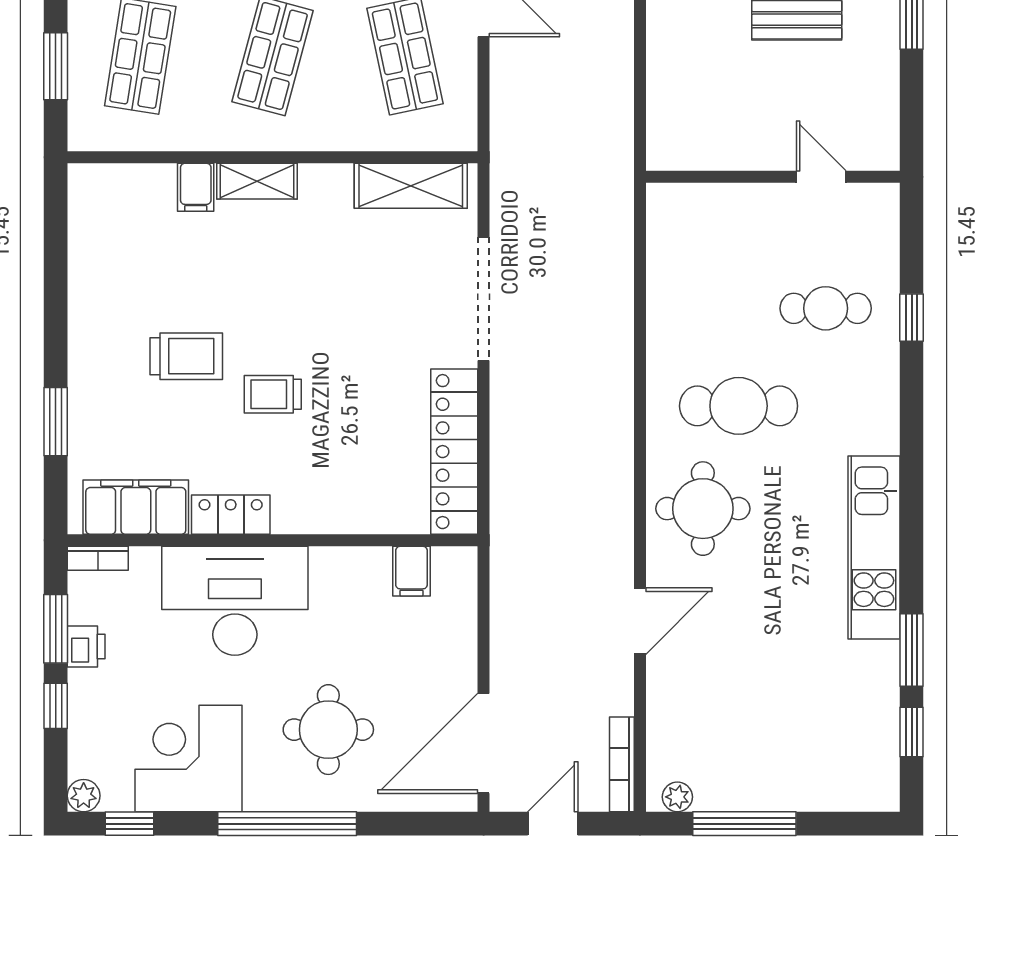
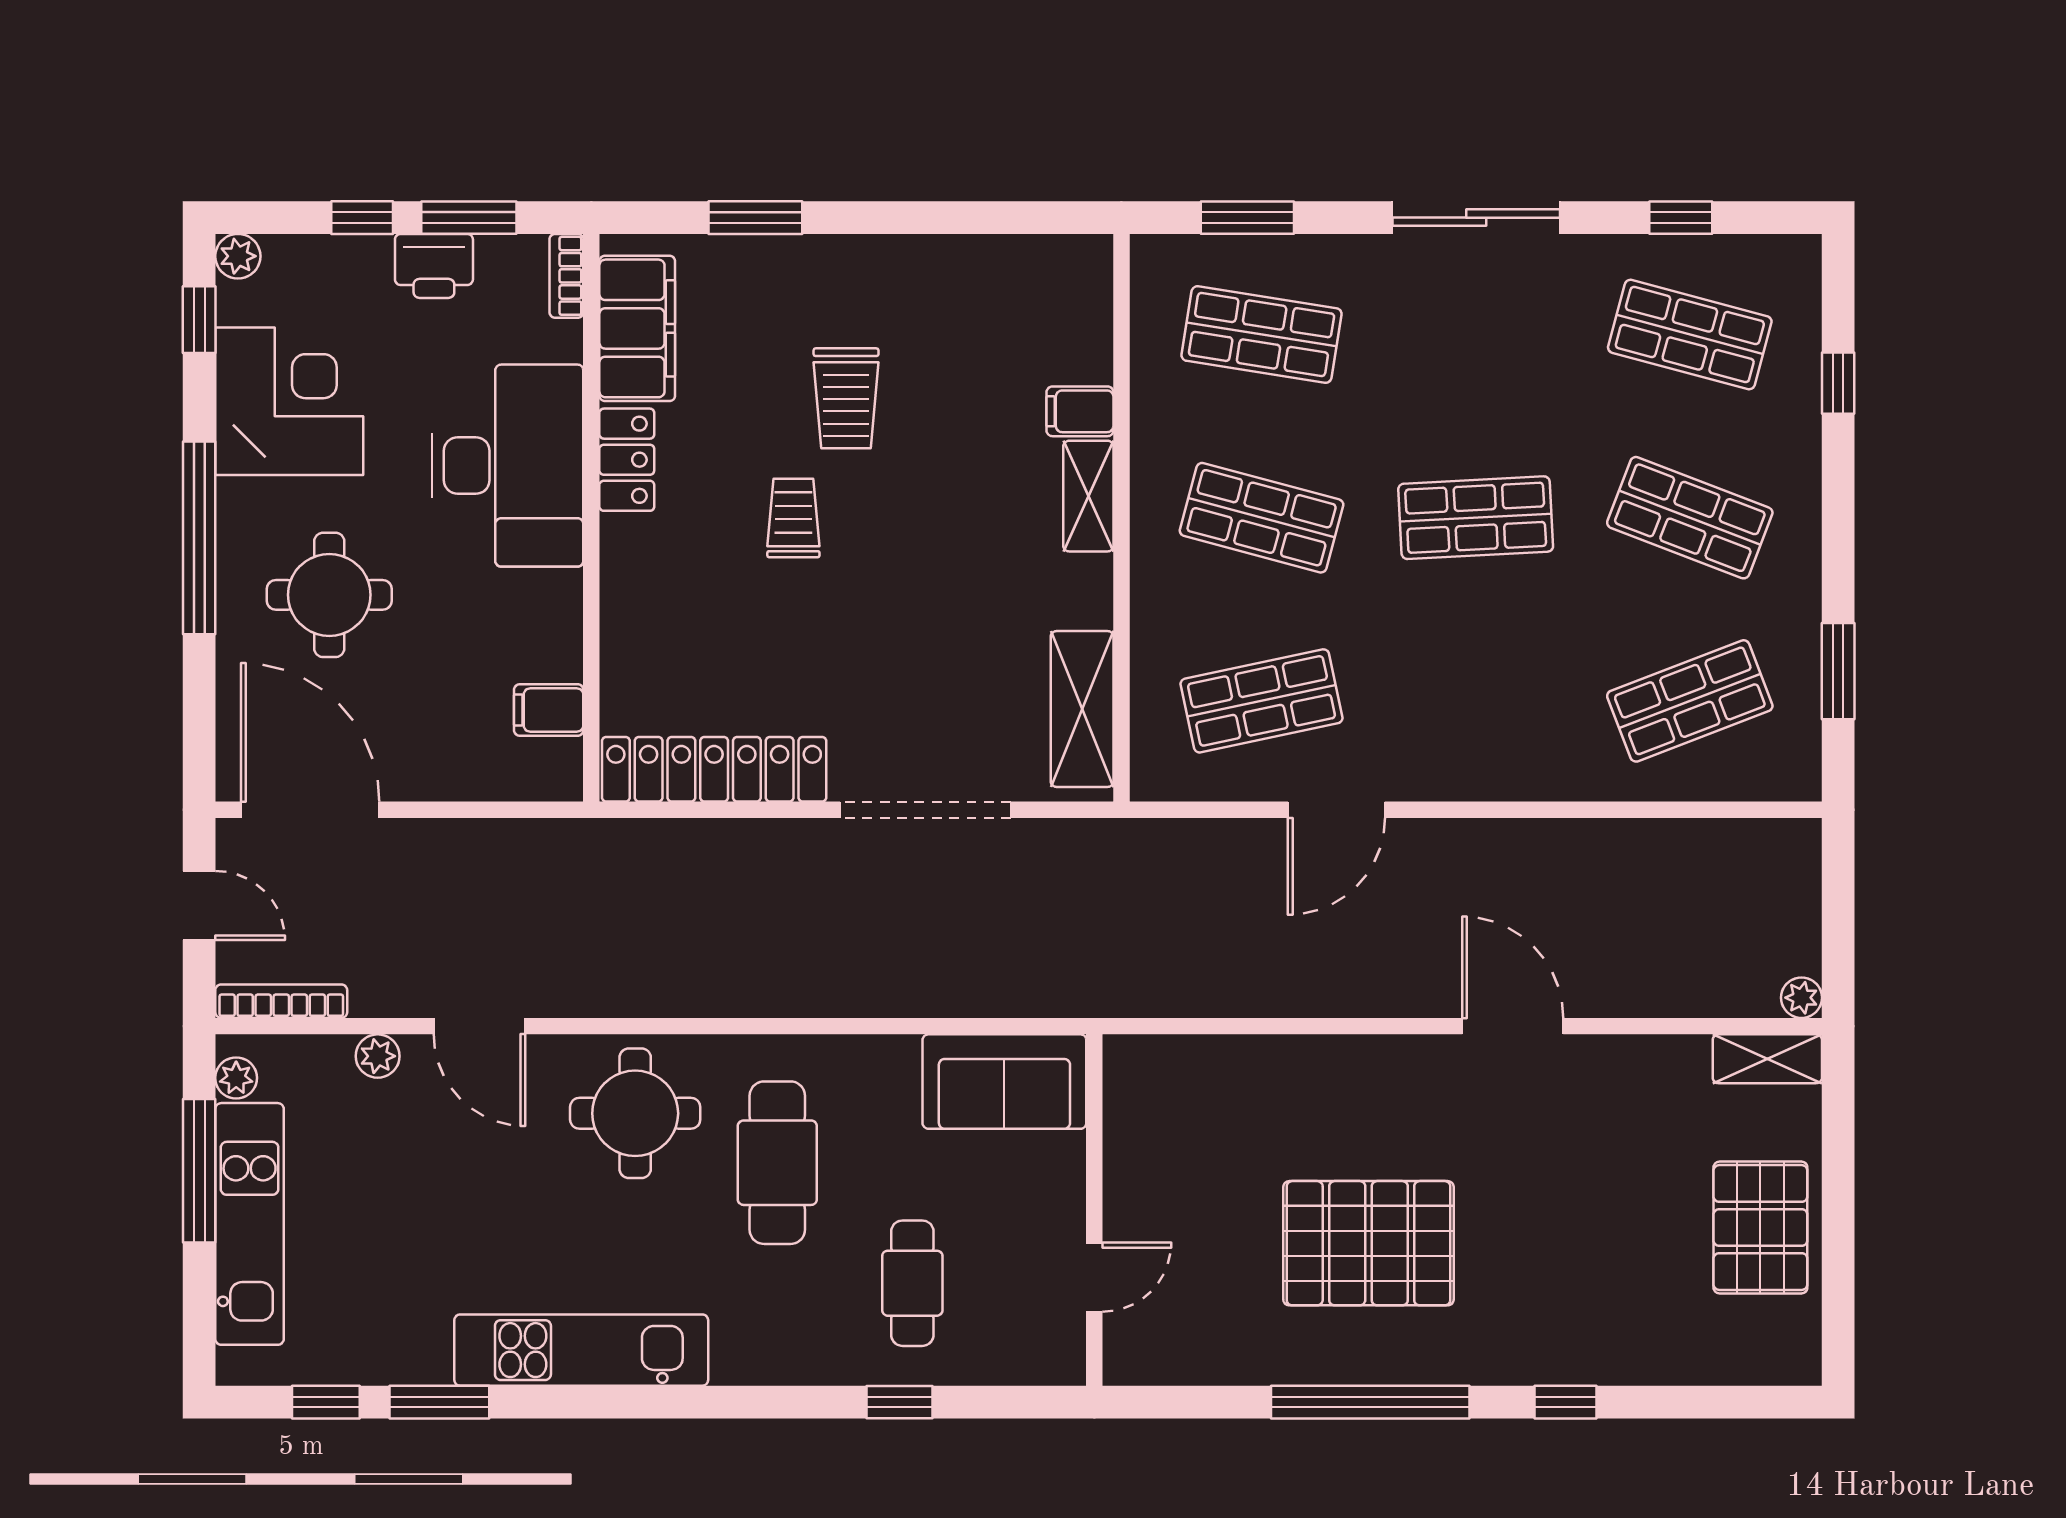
sofa: (680, 242) -> (1004, 1082), added
printer: (86, 646) -> (434, 266), width x1.36, depth x1.24
plant: (661, 695) -> (378, 1056), added
kitchen unit: (783, 787) -> (250, 1224), added

